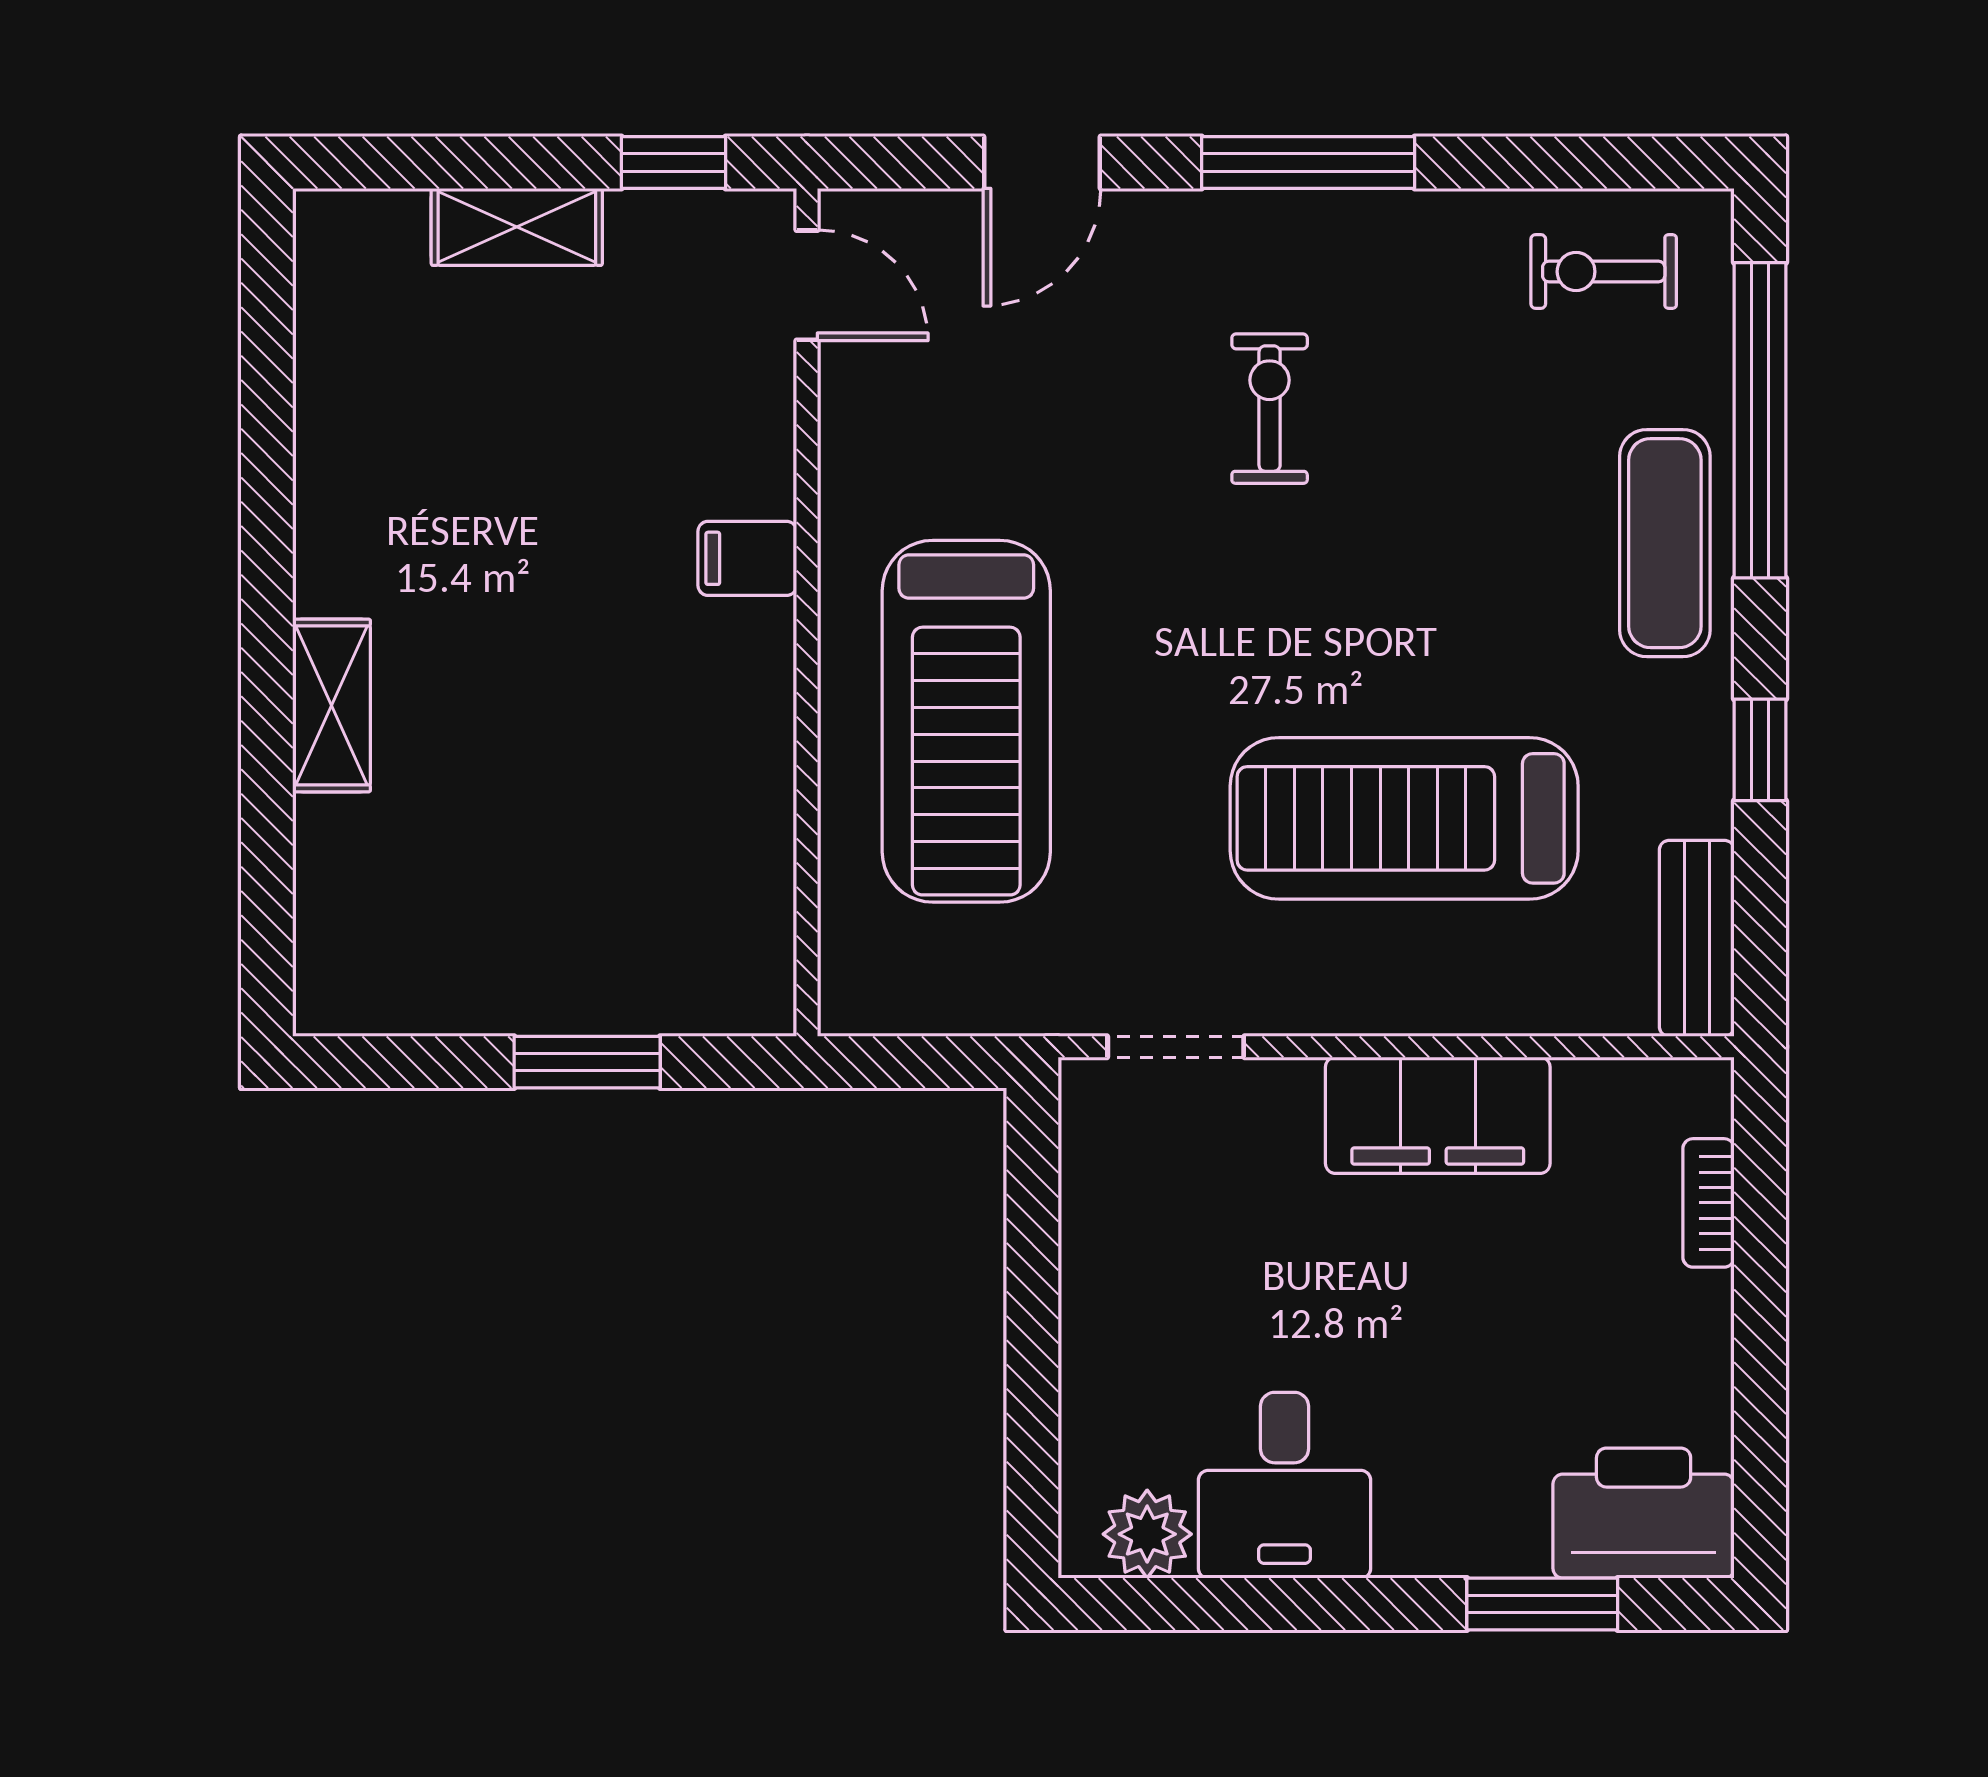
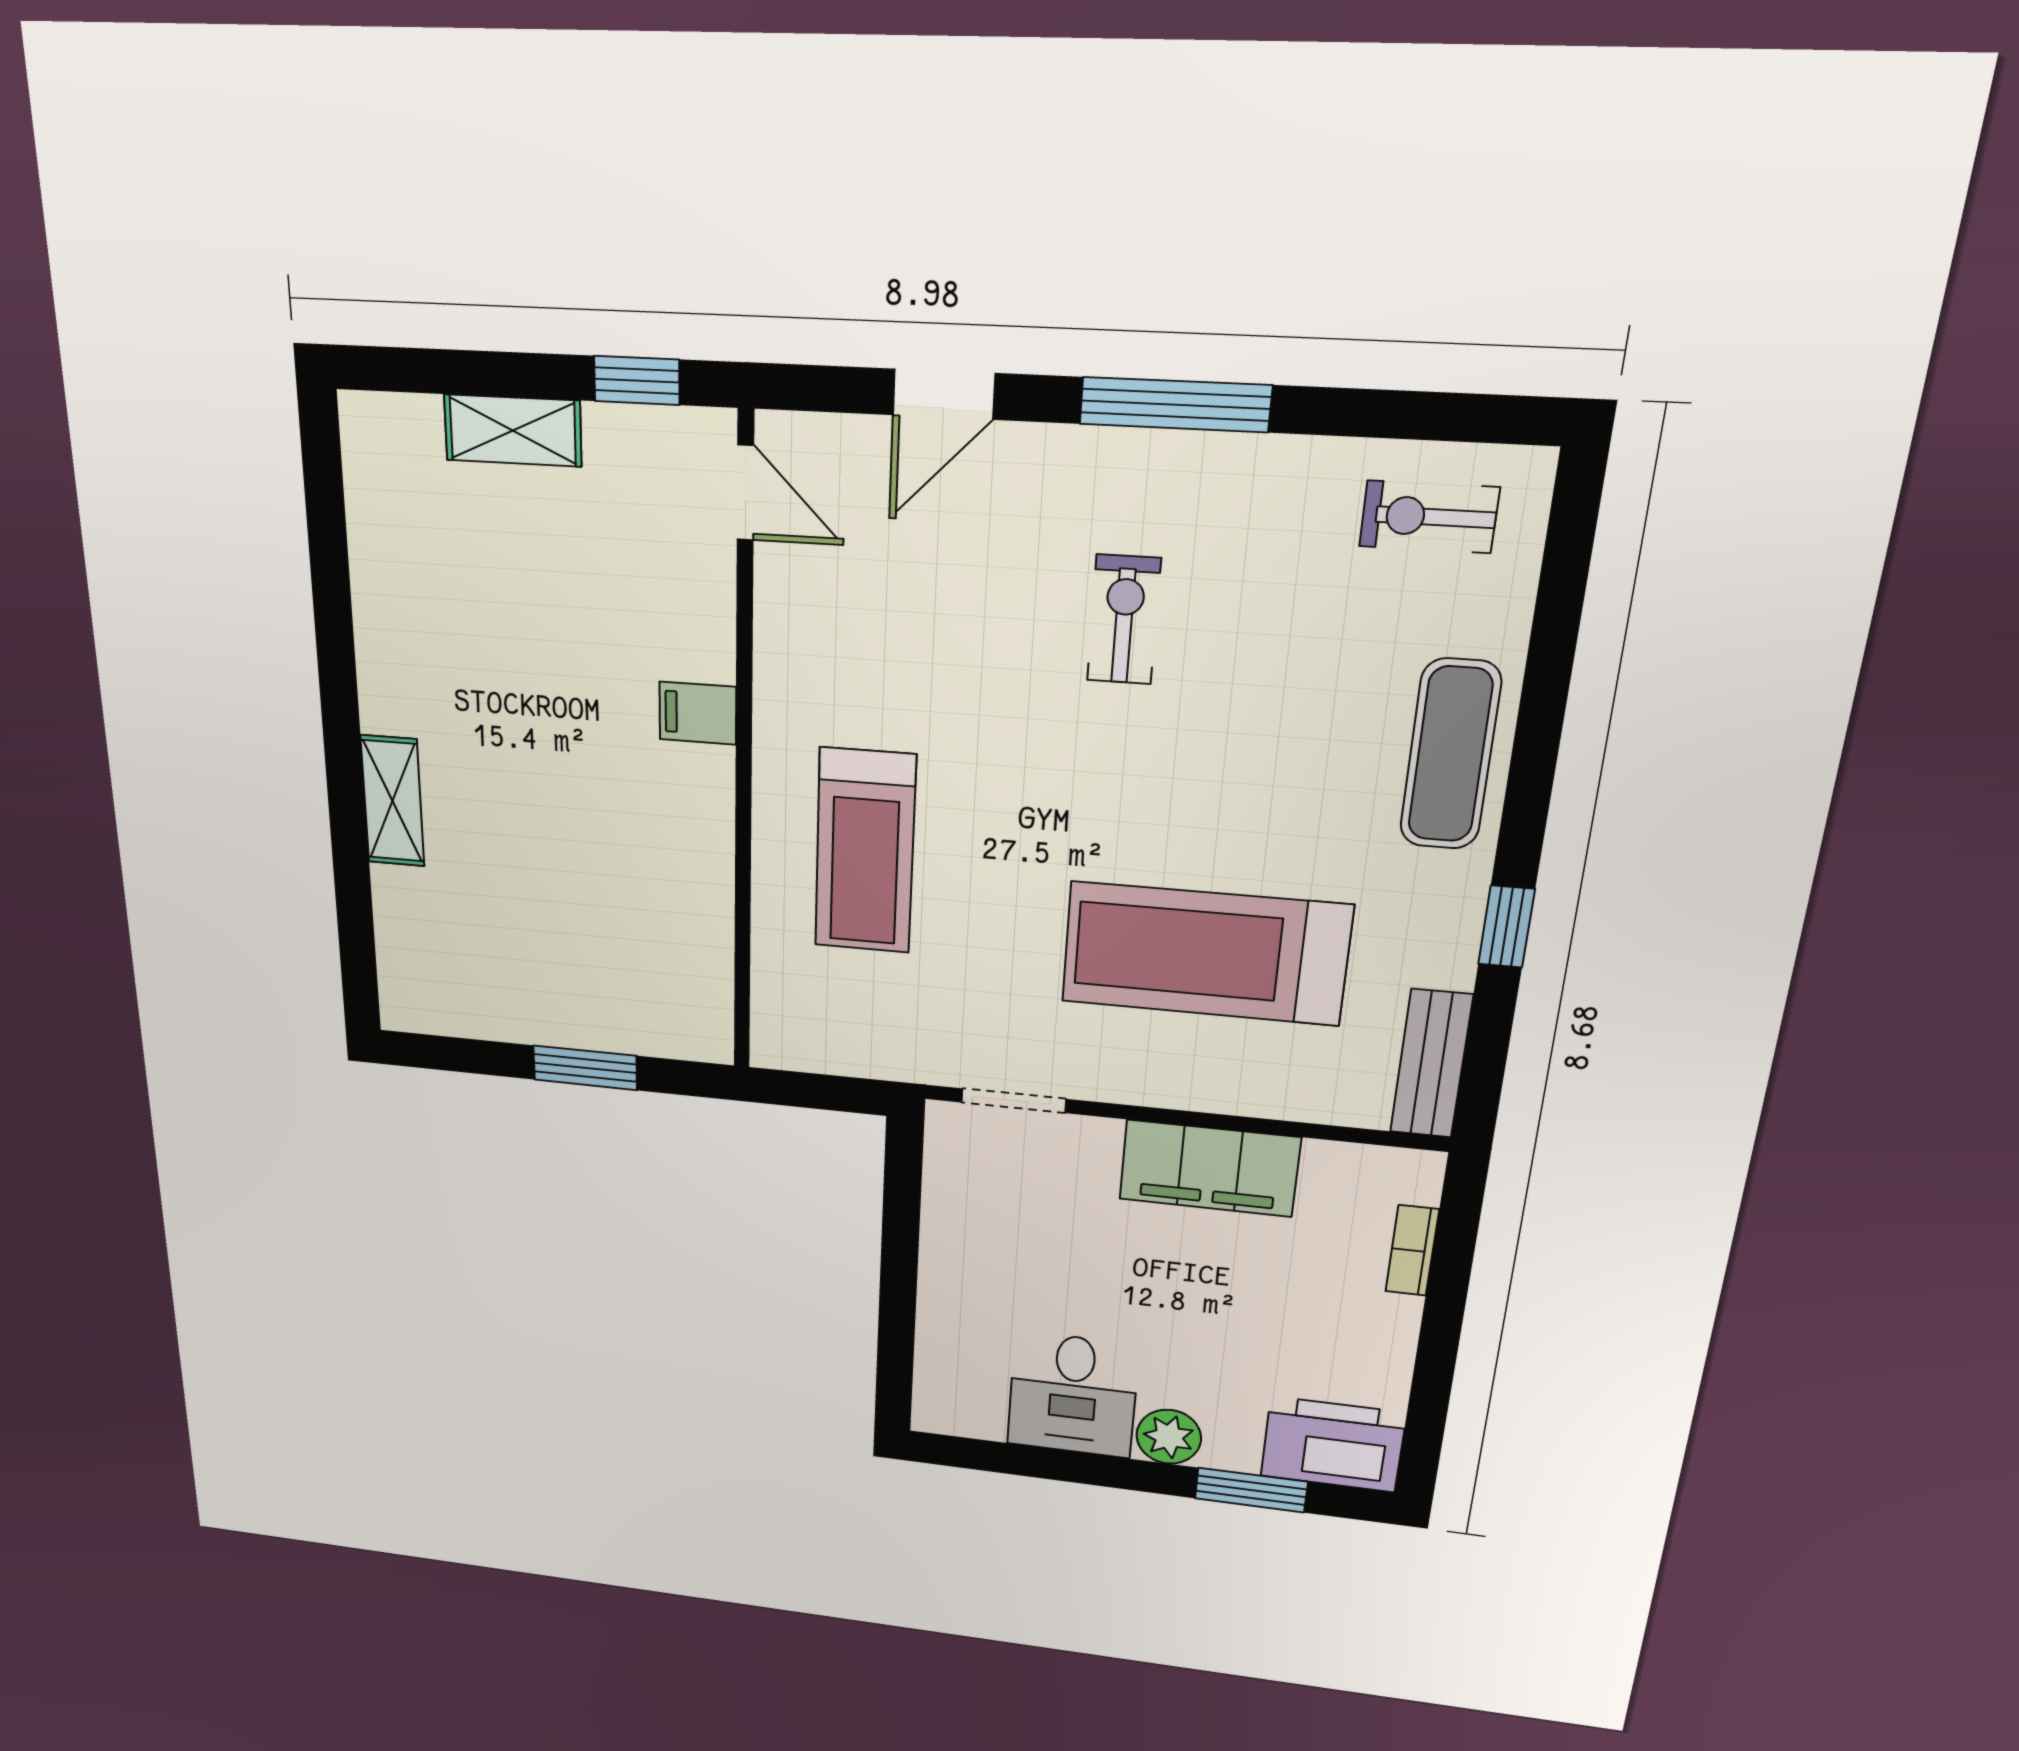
window: (1760, 420) -> (1551, 656), removed
treadmill: (966, 721) -> (865, 851), width x0.73, depth x0.73
plant: (1147, 1534) -> (1169, 1437), moved

